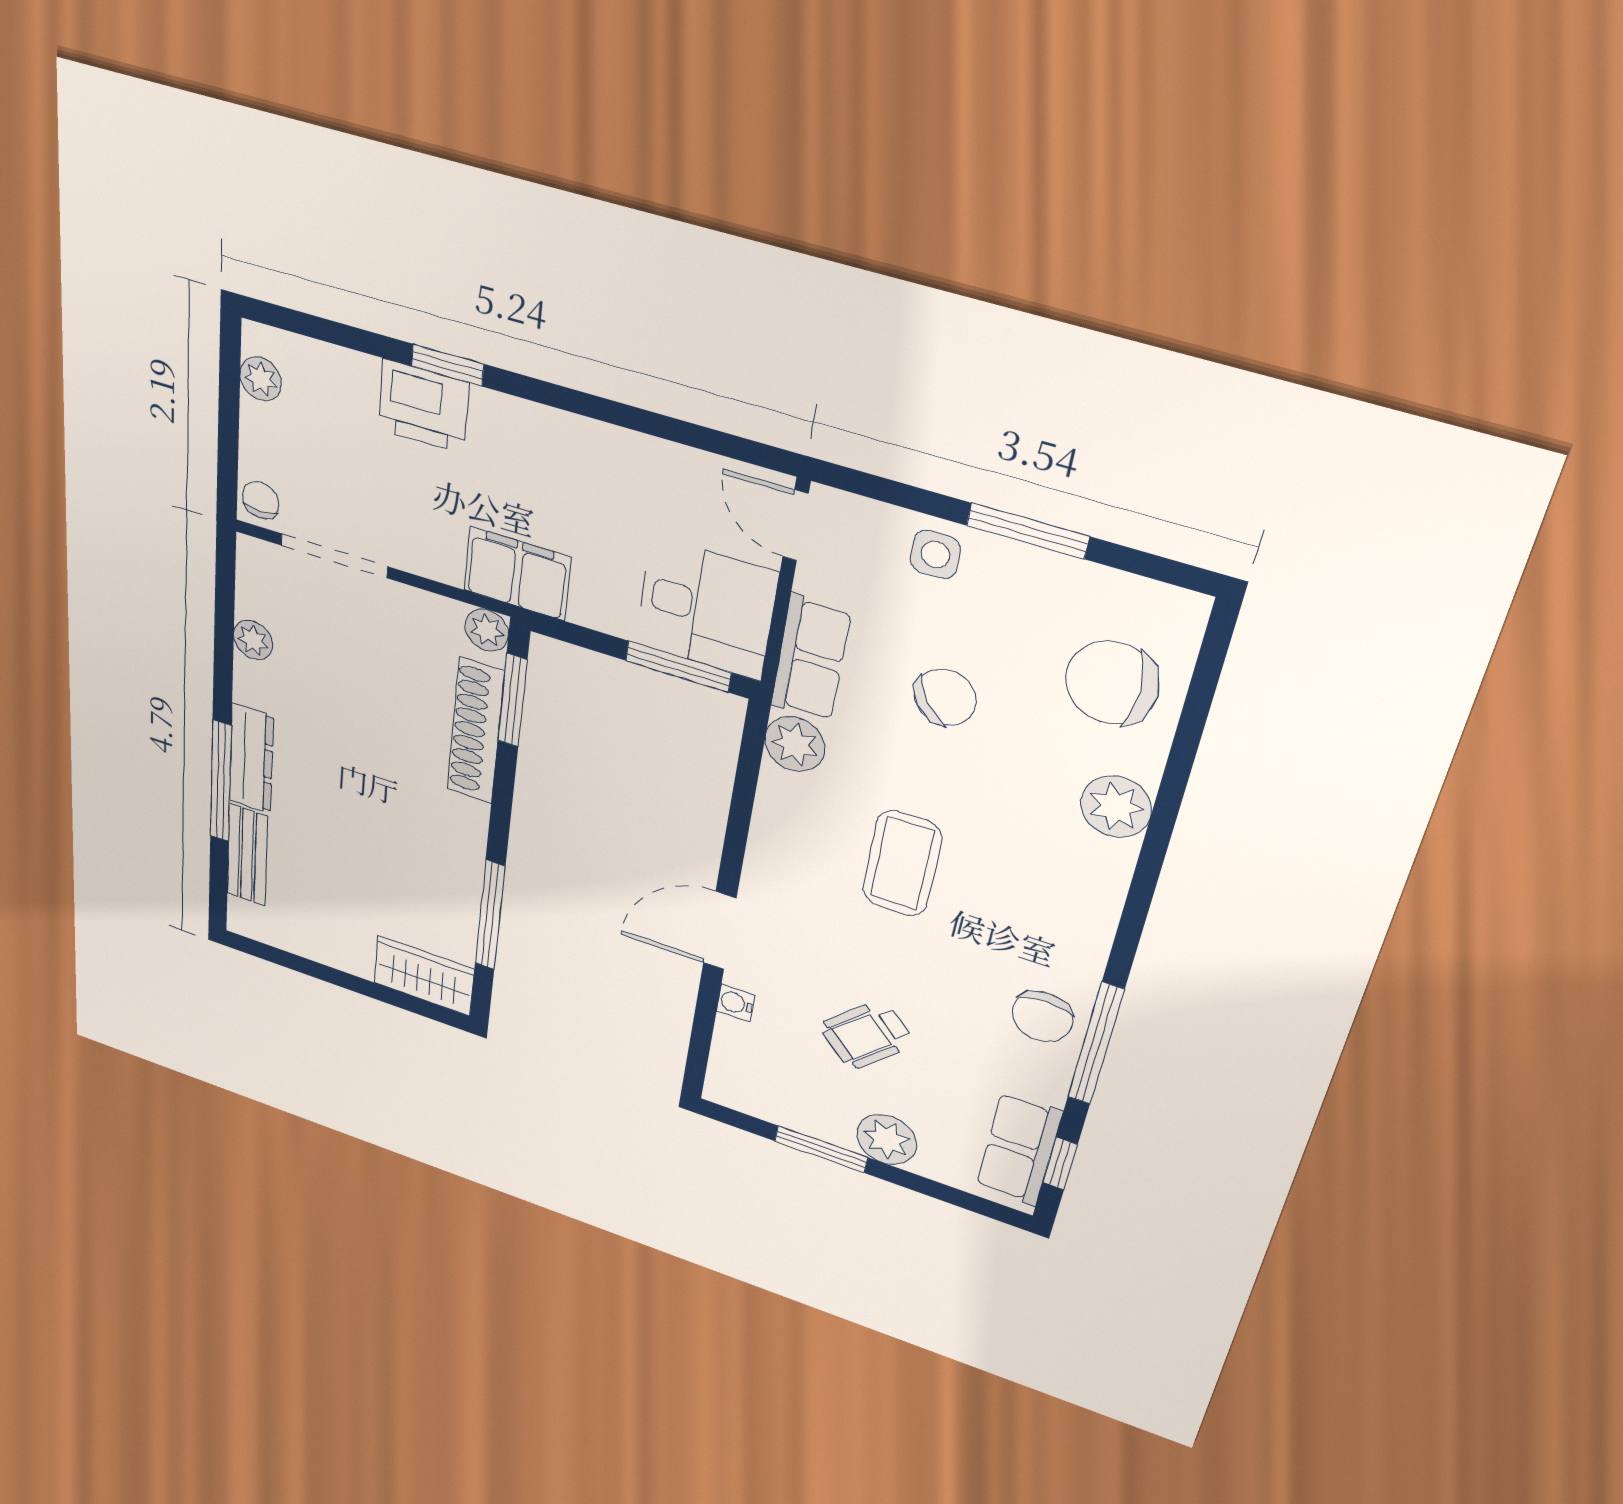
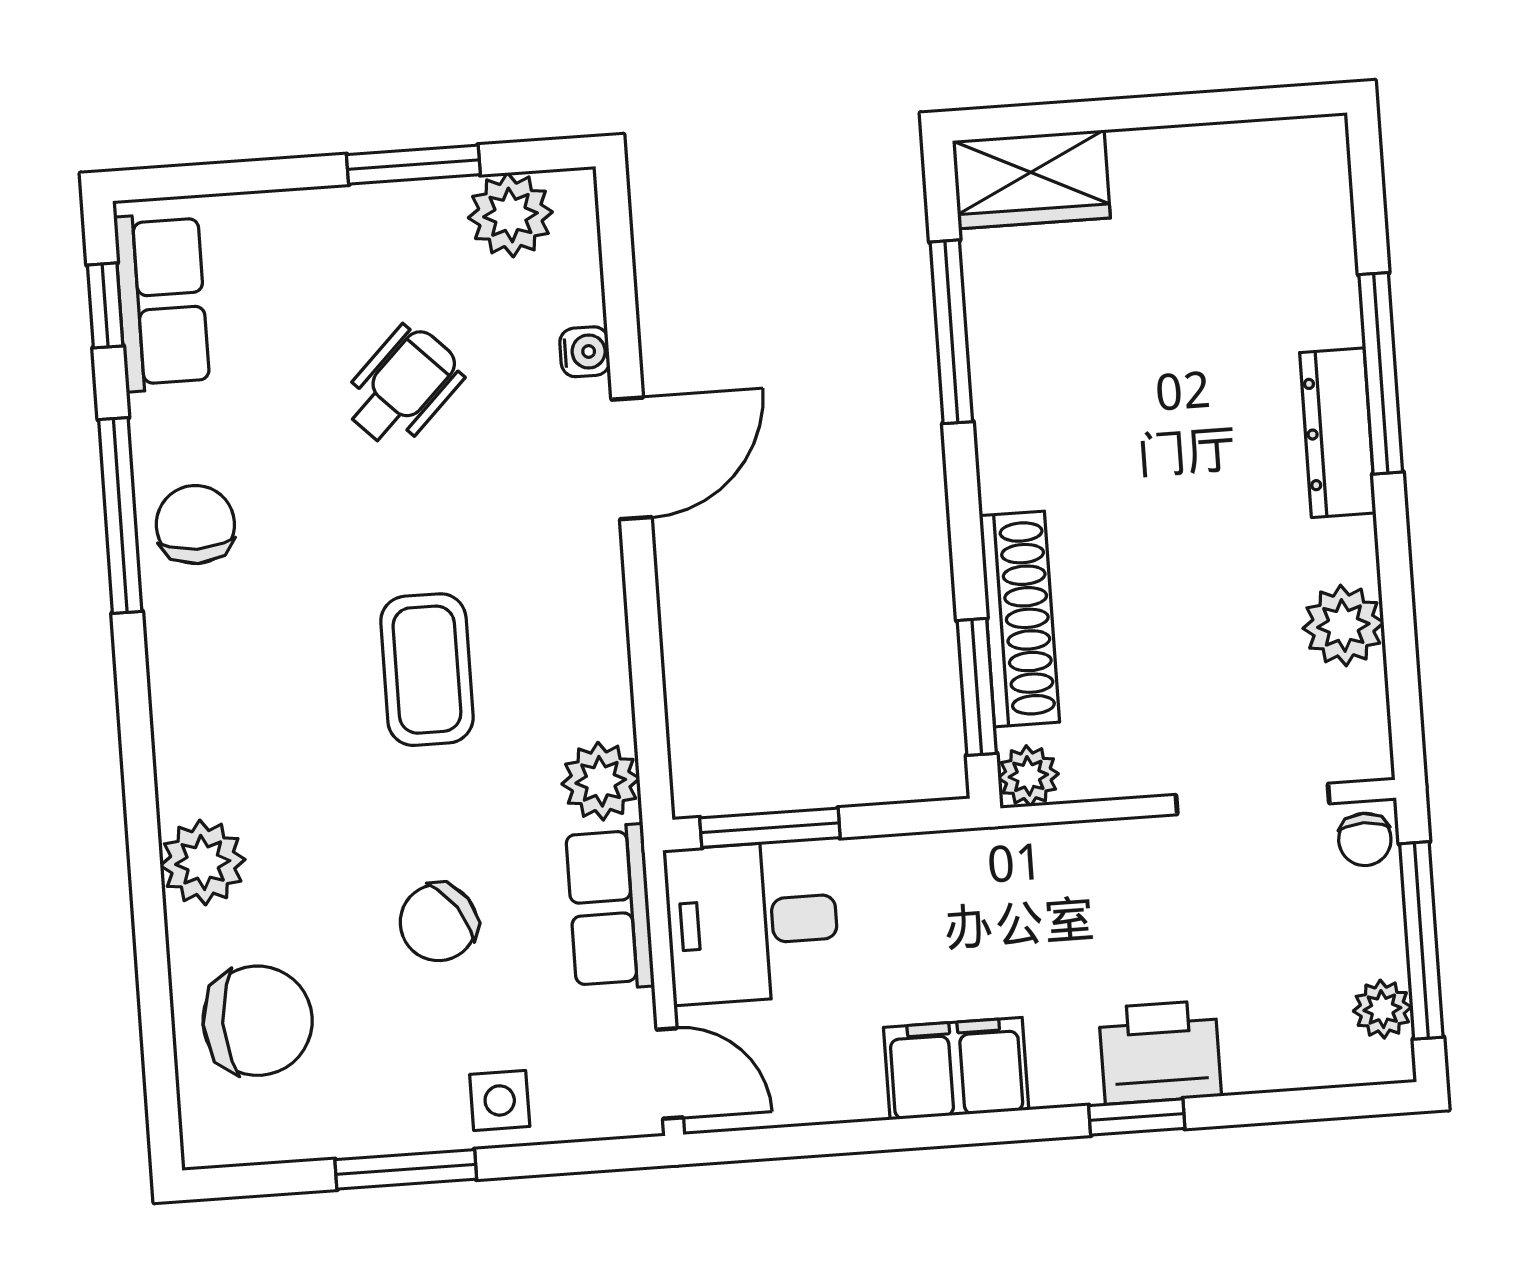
window: (229, 417) -> (1421, 940), added
filing cabinet: (517, 574) -> (956, 1069), moved, turned 180
plant: (253, 640) -> (1343, 625), width x1.38, depth x1.38
bench: (247, 855) -> (1327, 264), removed
plant: (887, 1139) -> (510, 215), moved

